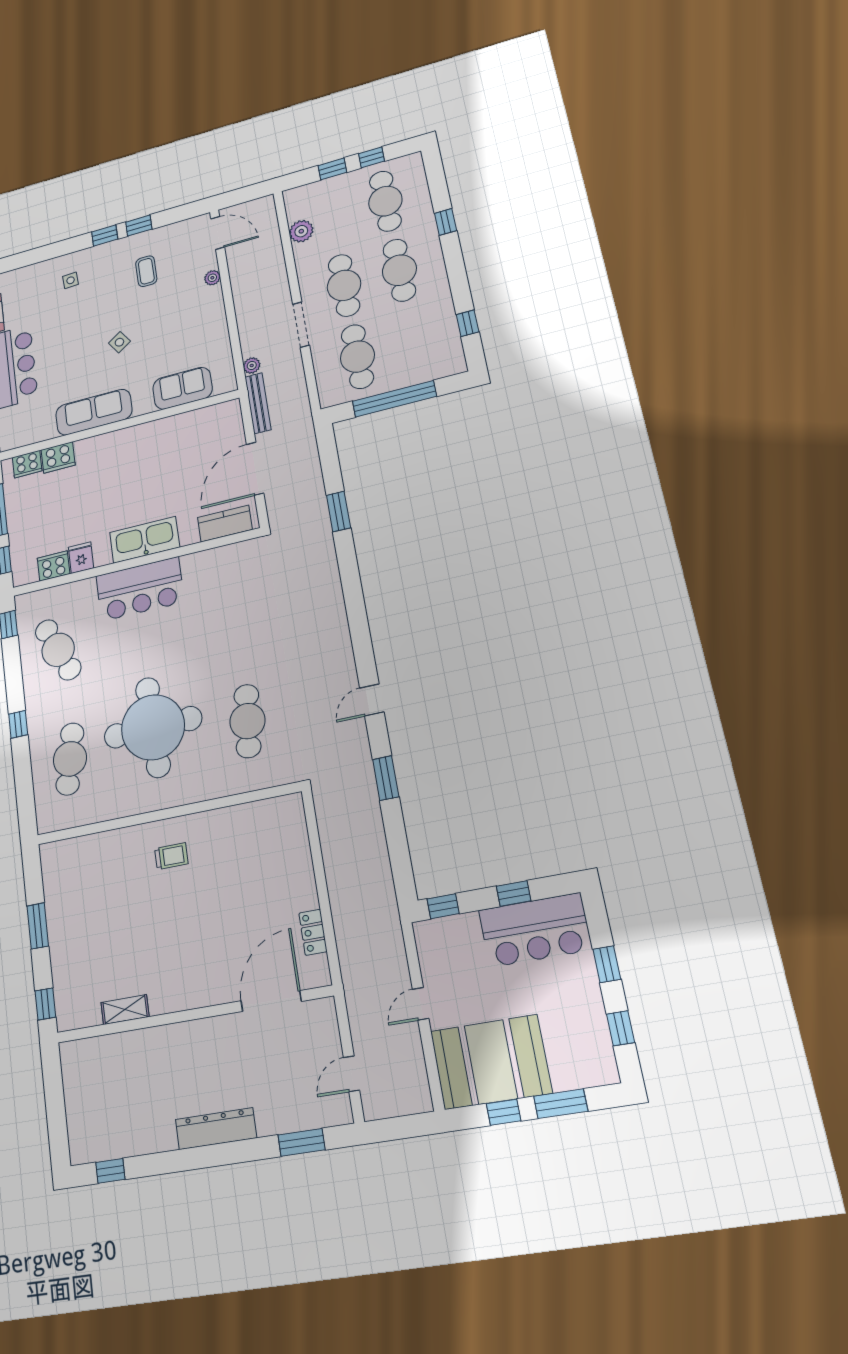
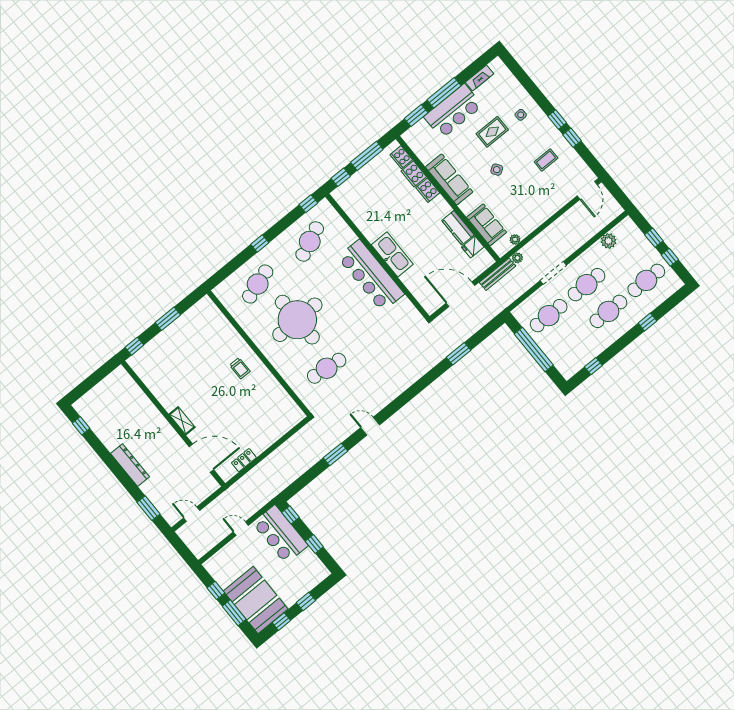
plant: (212, 278) -> (515, 239), moved
rug: (69, 327) -> (492, 132), added
kitchen counter: (225, 524) -> (458, 228), moved, turned 180
fridge: (81, 558) -> (473, 247), moved, turned 180
cooker: (53, 566) -> (428, 190), moved, turned 180
bar counter: (140, 589) -> (371, 276), width x1.36
cafe table: (70, 759) -> (258, 284), turned -30
bar counter: (535, 930) -> (280, 534), moved
shelving: (125, 1010) -> (182, 421), moved
booth: (491, 1062) -> (256, 600), moved

